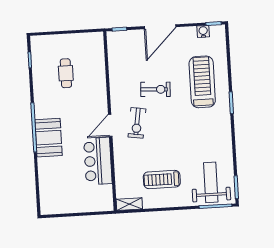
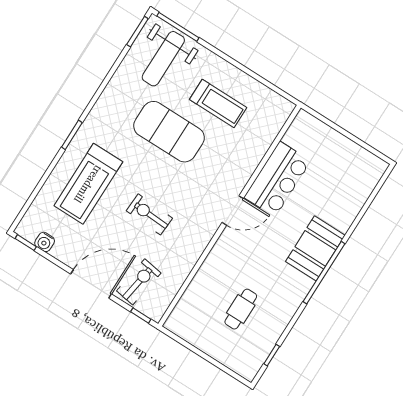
exercise bike: (137, 123) -> (139, 282), moved
exercise mat: (178, 144) -> (169, 132), added
shelving: (129, 204) -> (277, 102), removed

